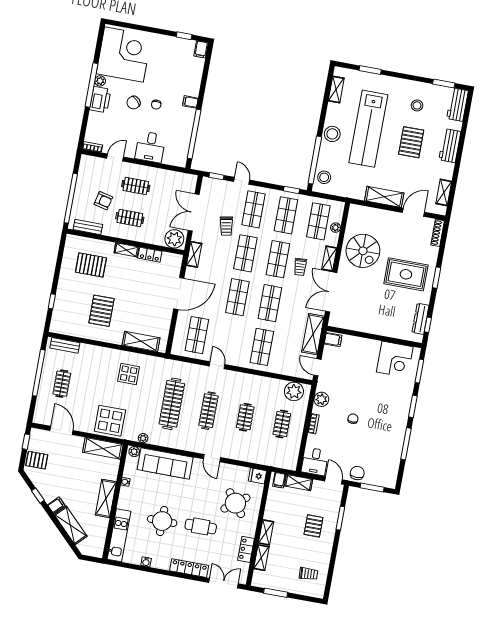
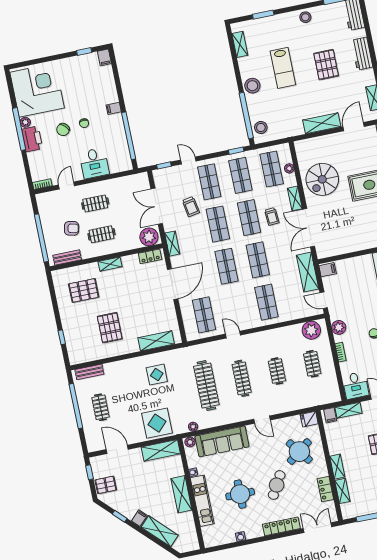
stool: (417, 105) -> (305, 17), moved
lab bench: (368, 129) -> (283, 68), width x0.54, depth x0.72
spiral stairs: (363, 251) -> (322, 179), turned 90
locker: (150, 255) -> (150, 256), moved
cafe table: (201, 526) -> (277, 485), turned -60
kitchen unit: (119, 535) -> (202, 501), moved

